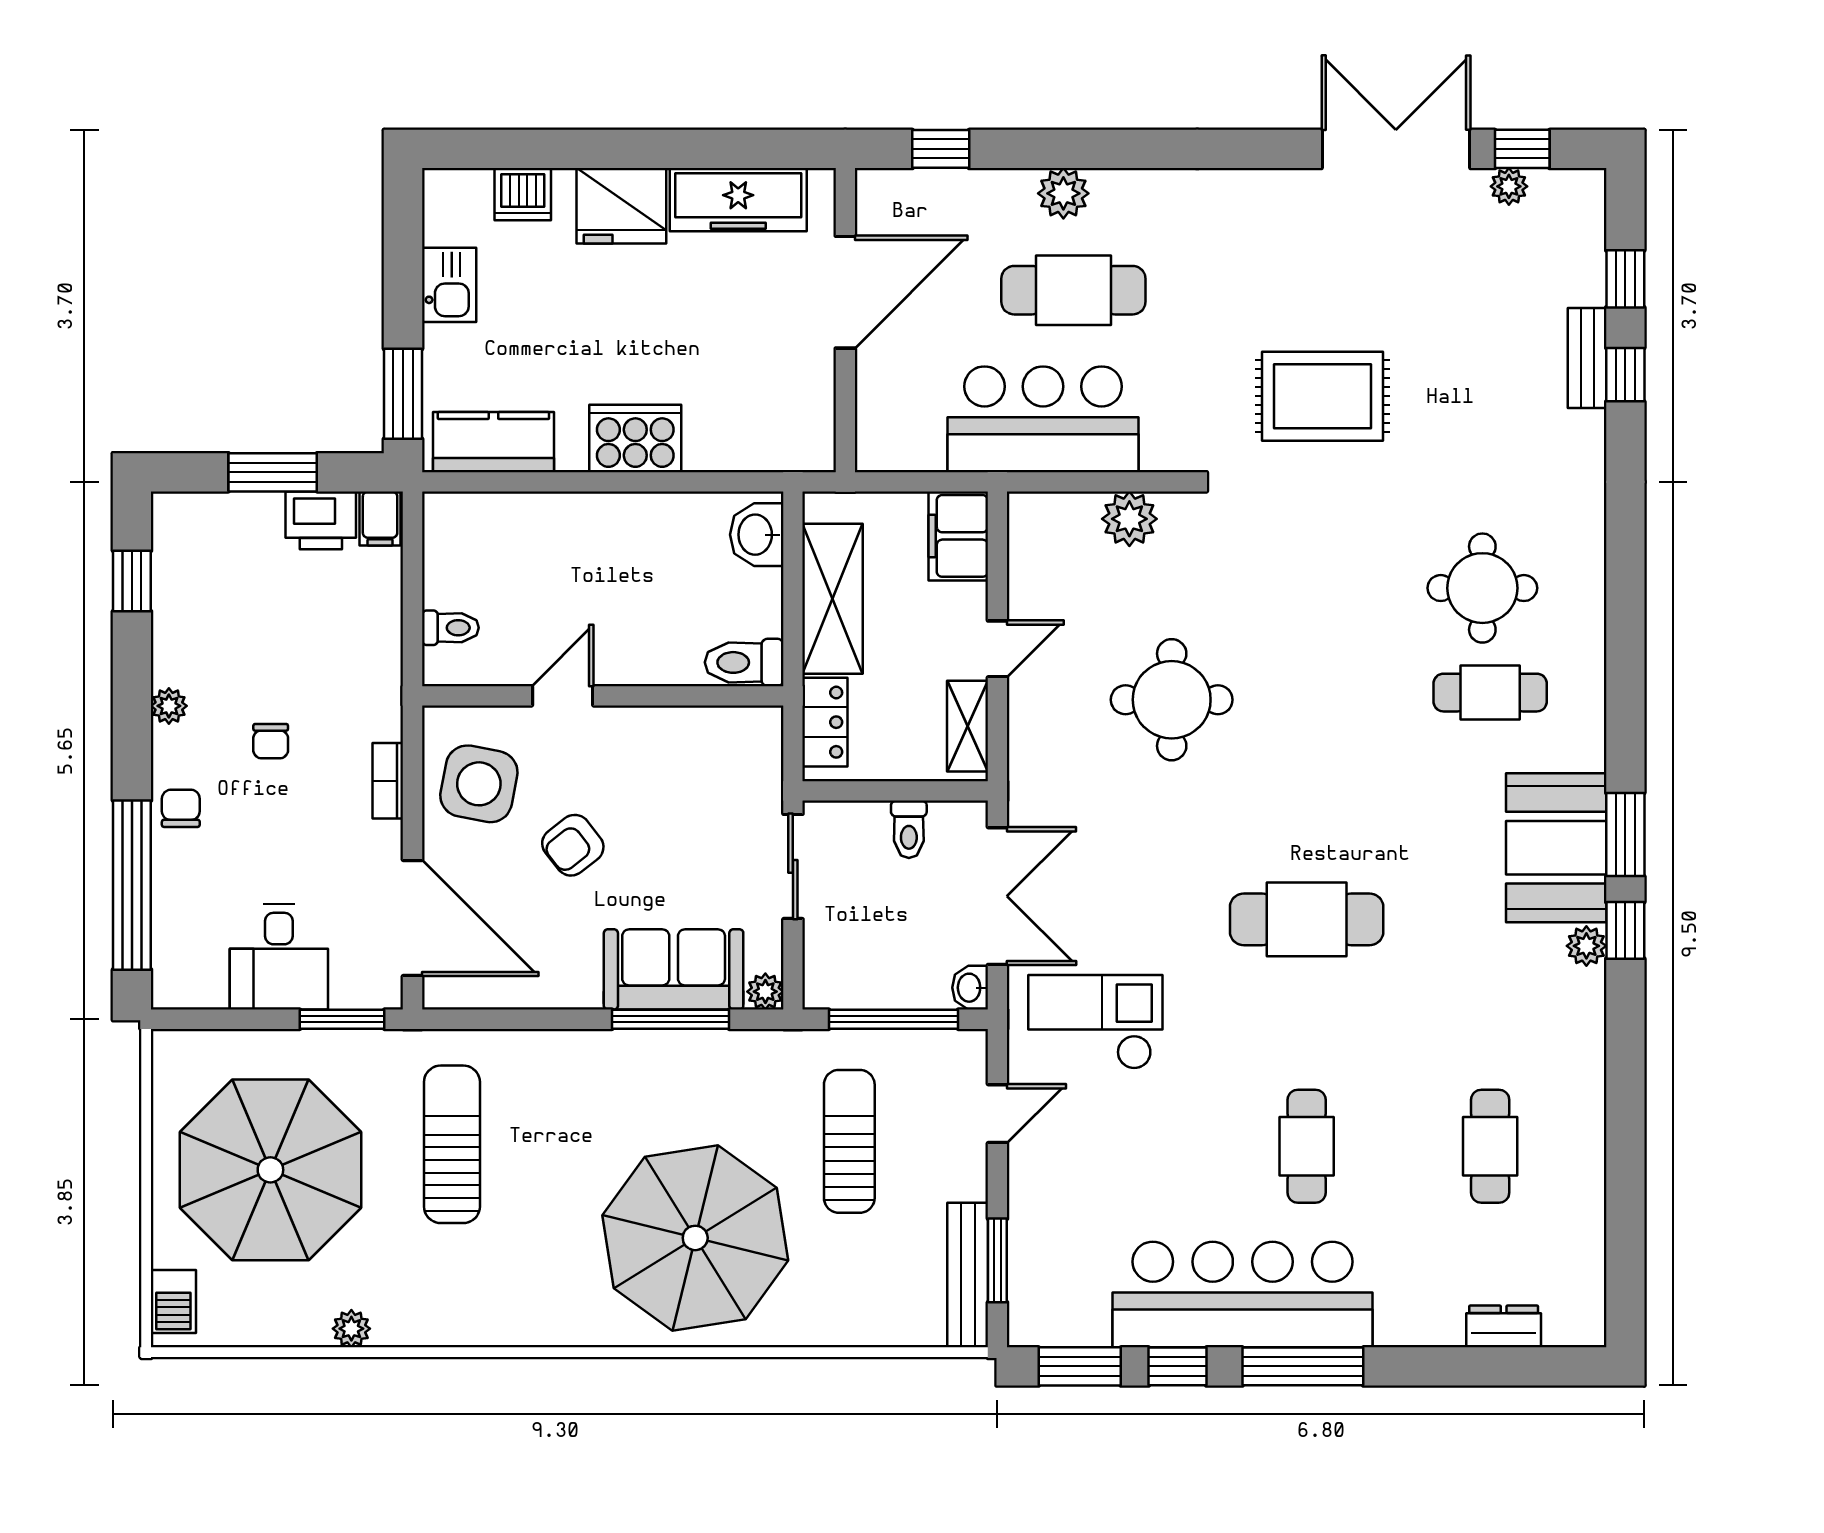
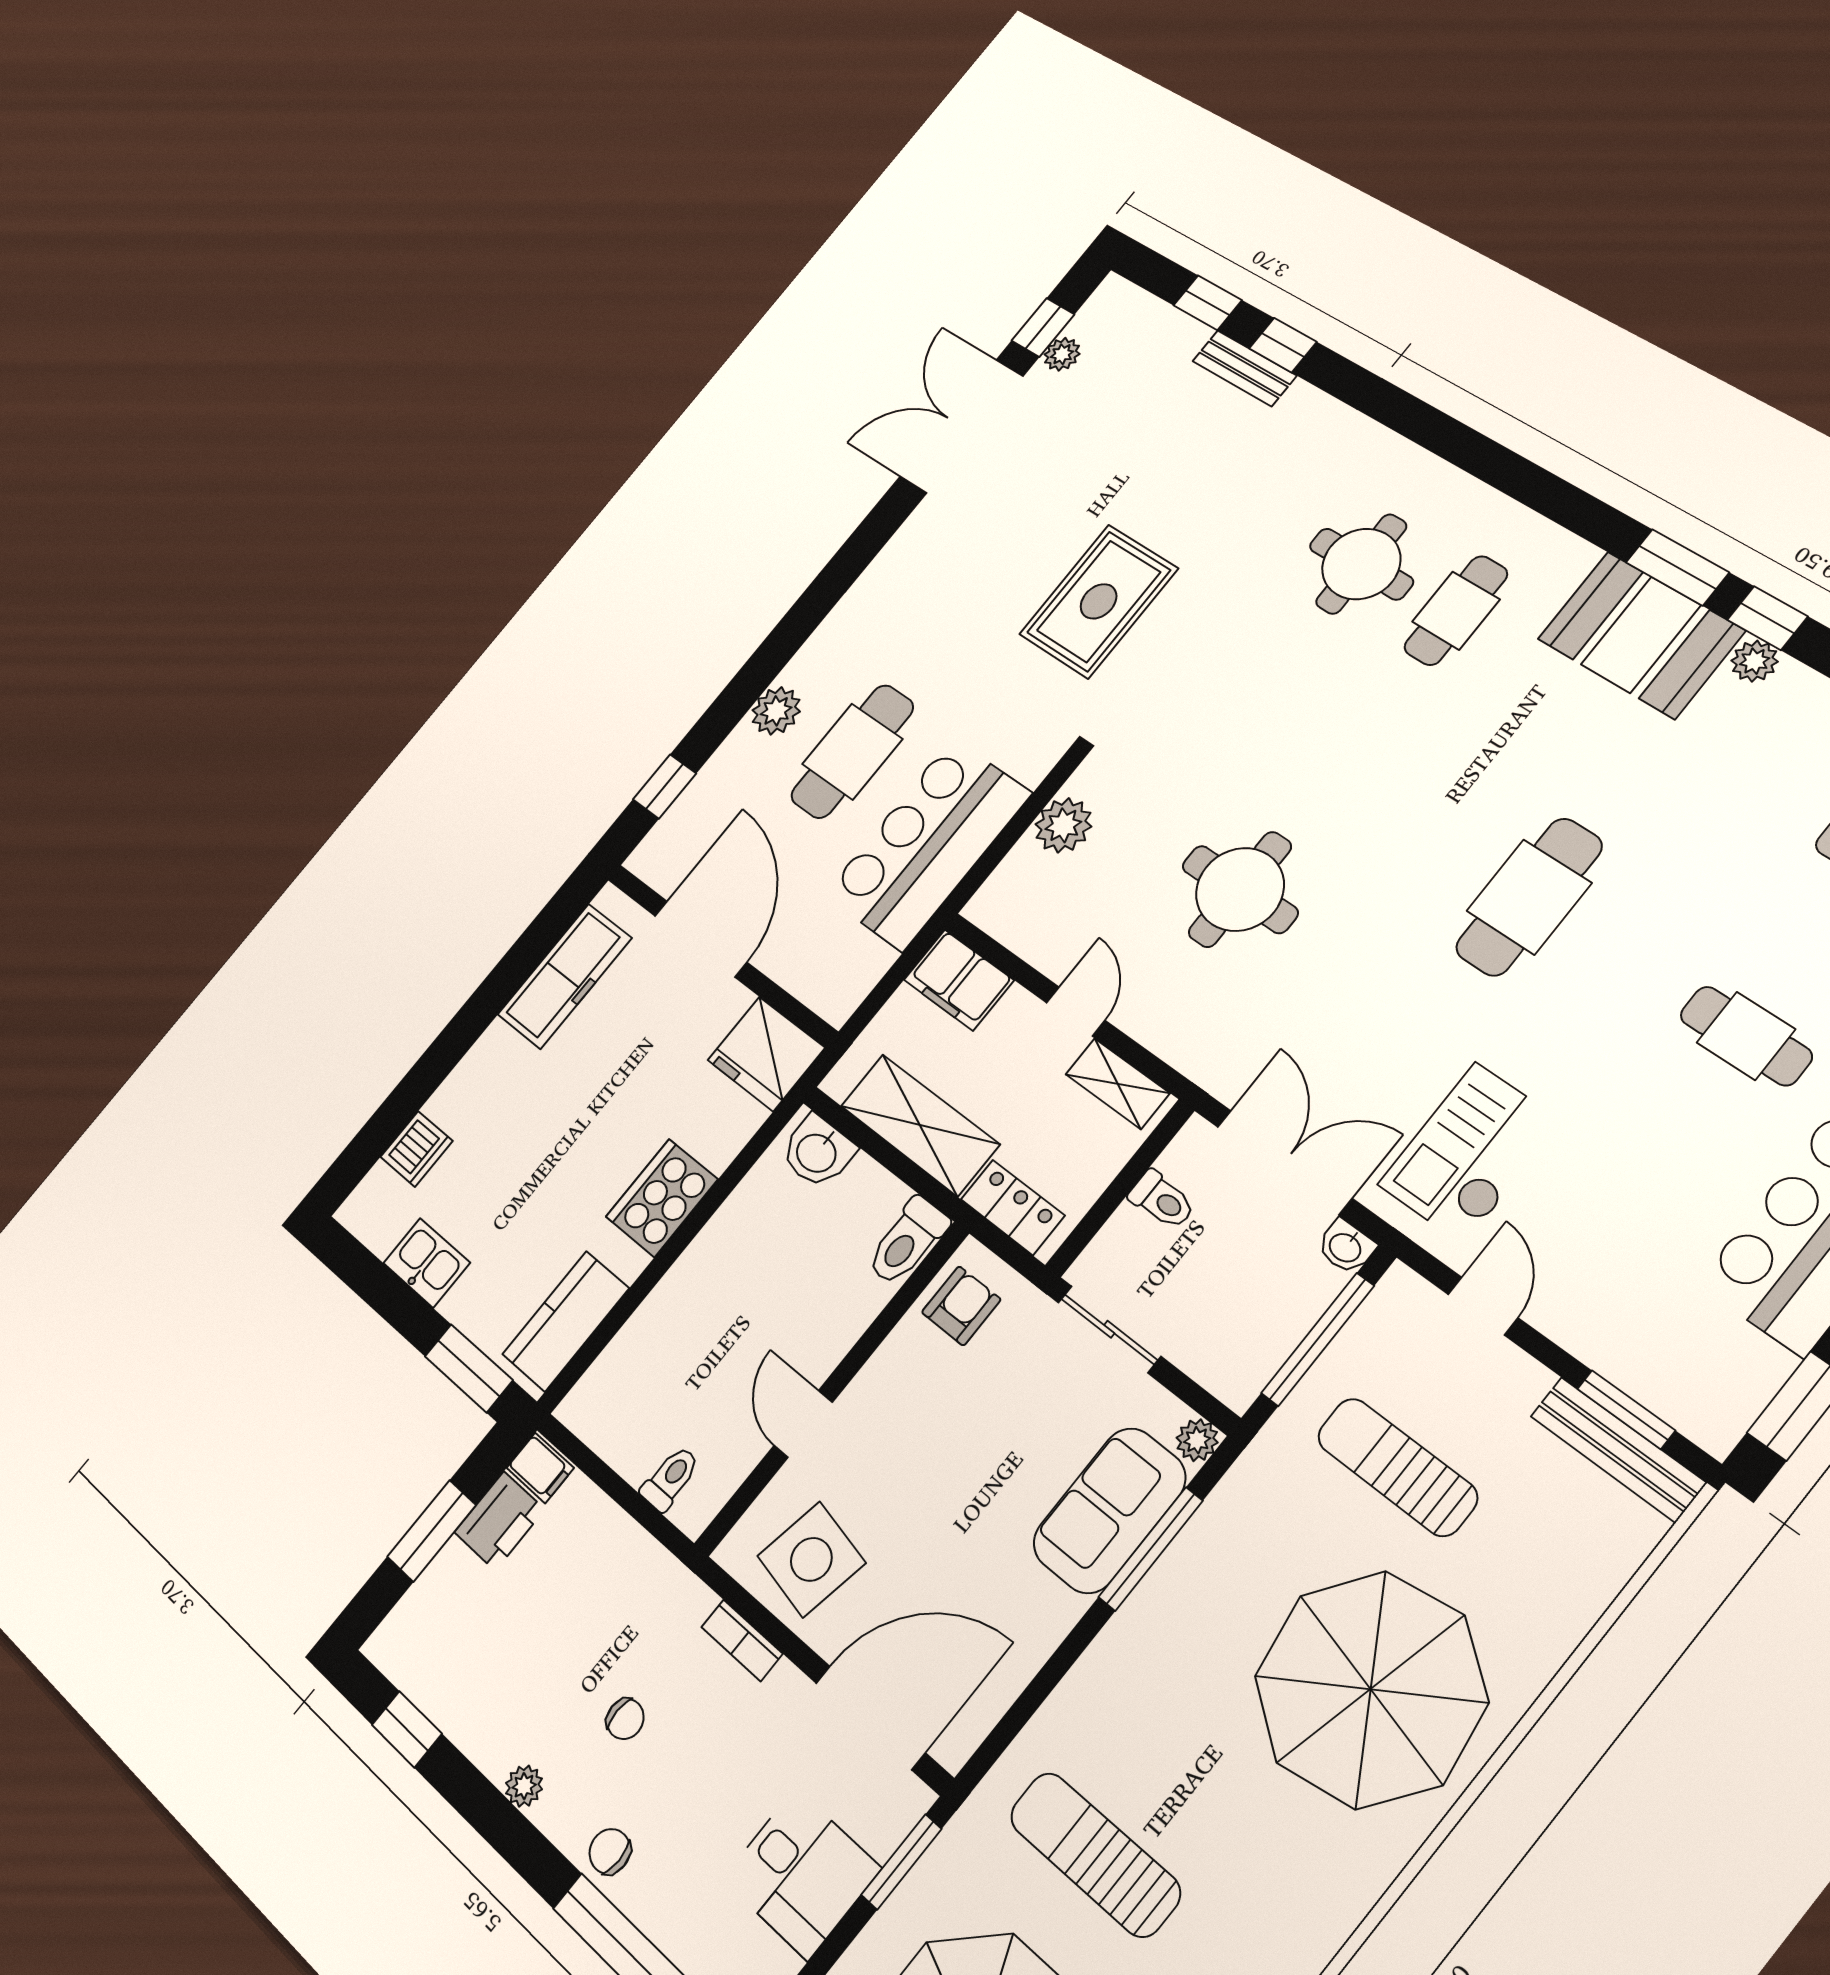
fridge: (621, 206) -> (766, 1054), moved, turned 90
armchair: (573, 845) -> (961, 1306), moved, turned -142

